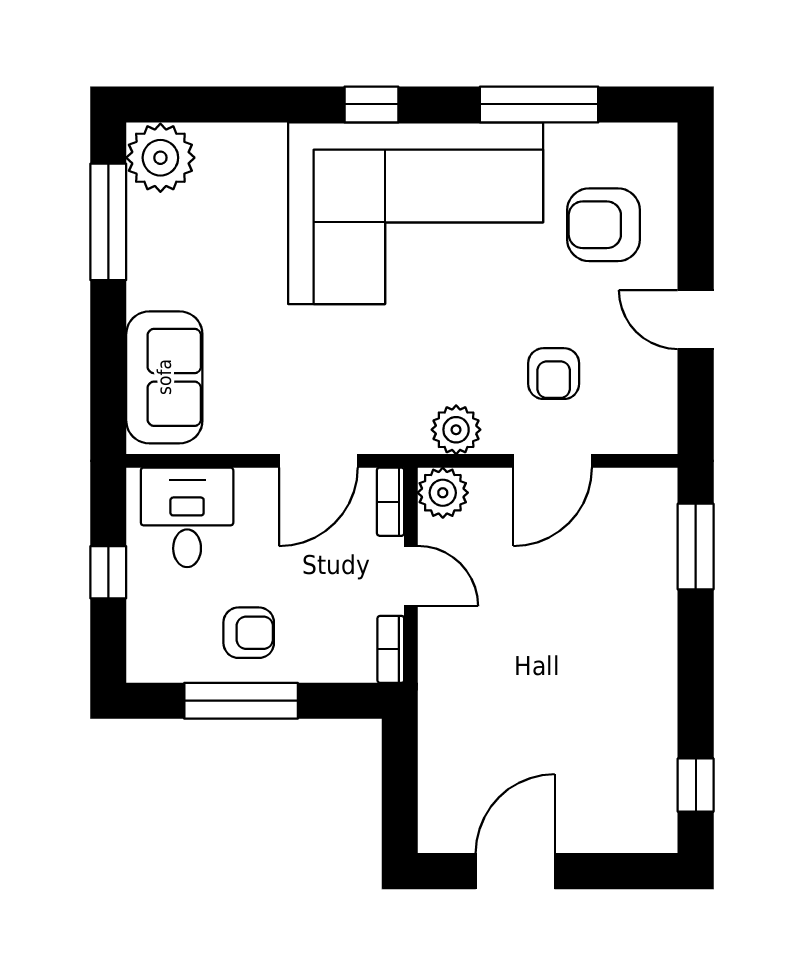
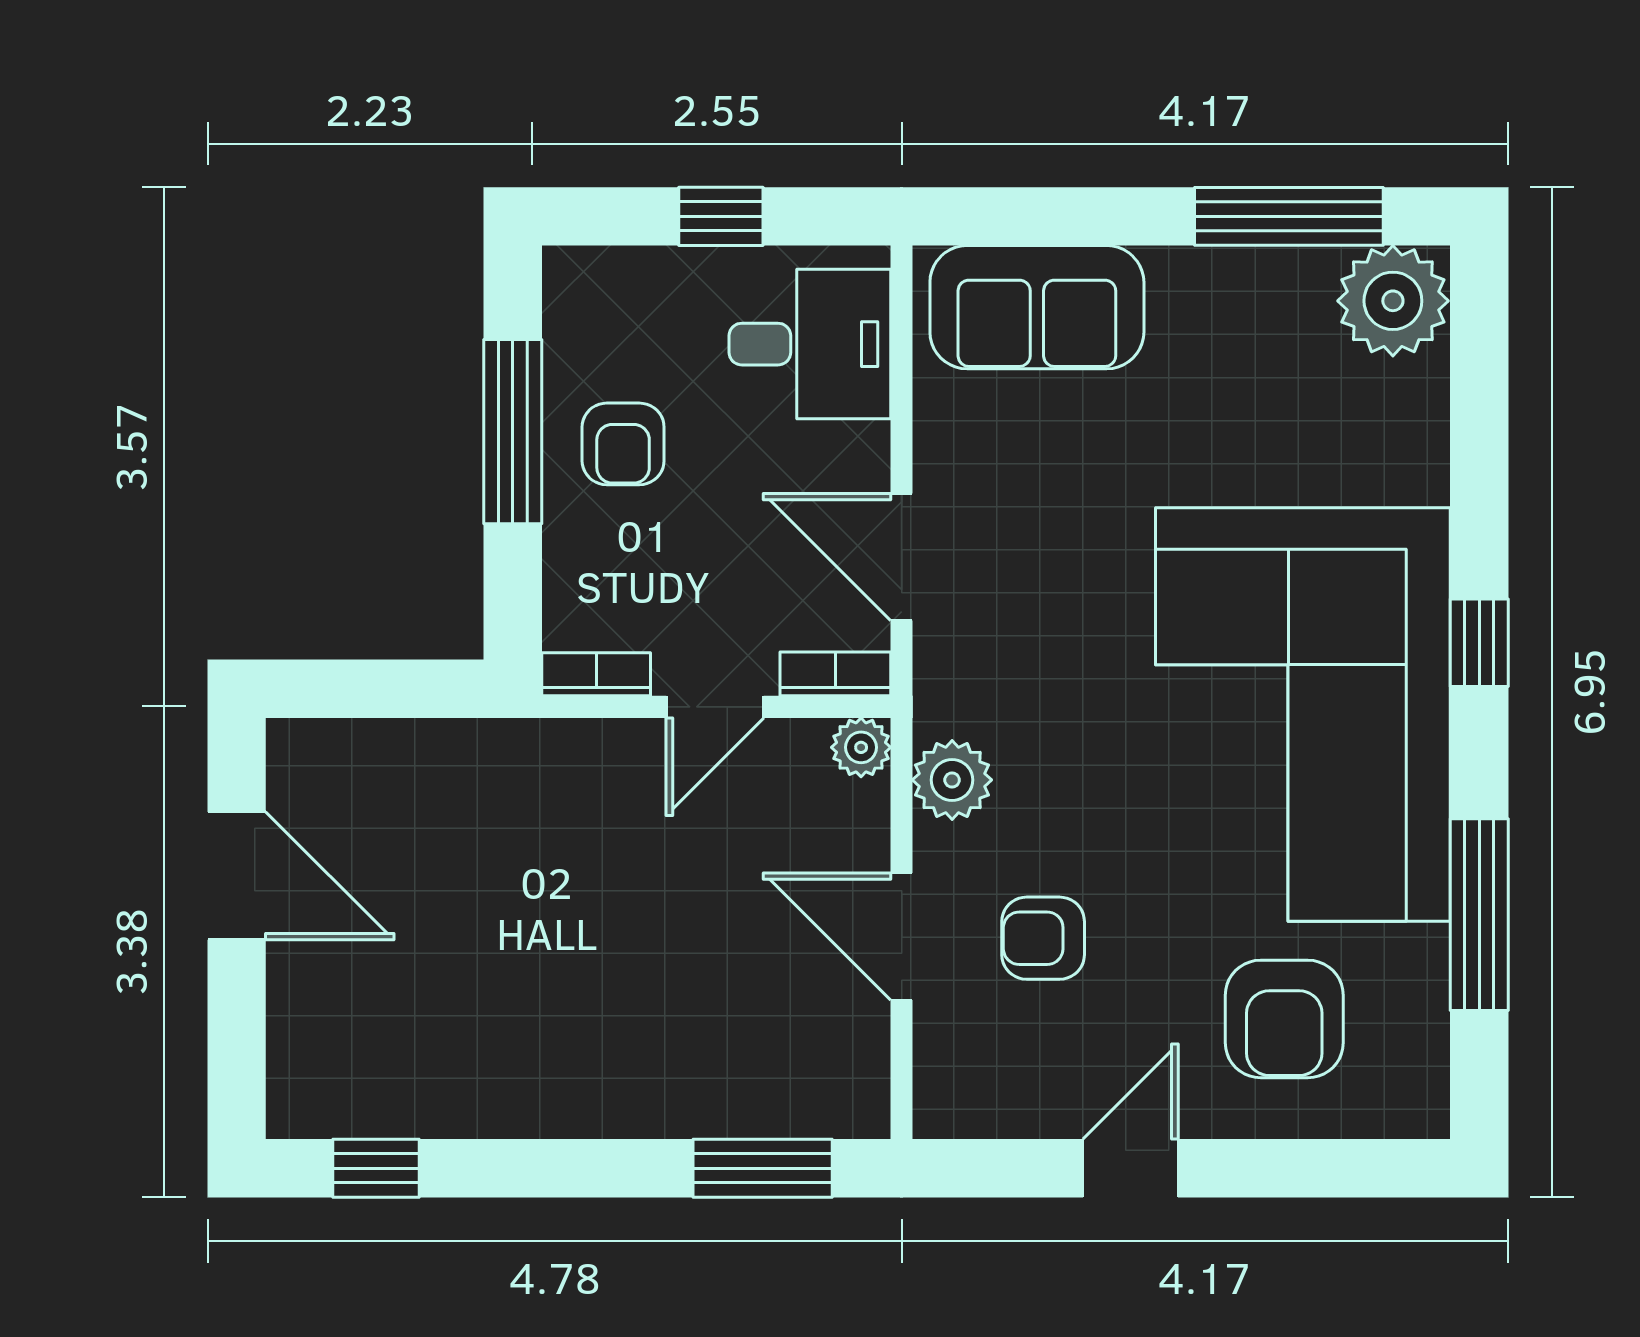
armchair: (603, 225) -> (1284, 1019), turned 180
plant: (443, 493) -> (861, 747), width x0.73, depth x0.73

